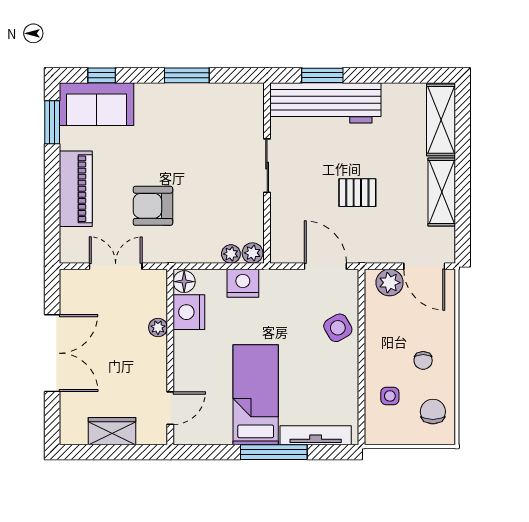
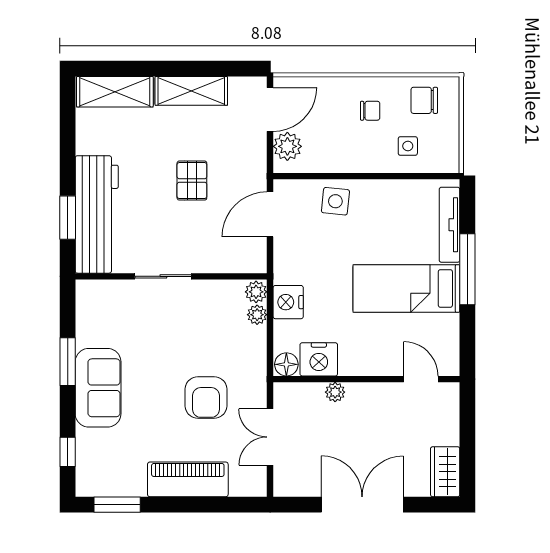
sofa: (97, 104) -> (98, 388), moved
side table: (338, 328) -> (335, 201), turned 36
wardrobe: (112, 431) -> (445, 472), moved

